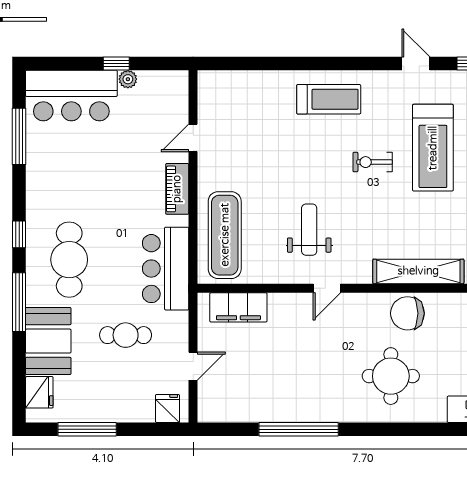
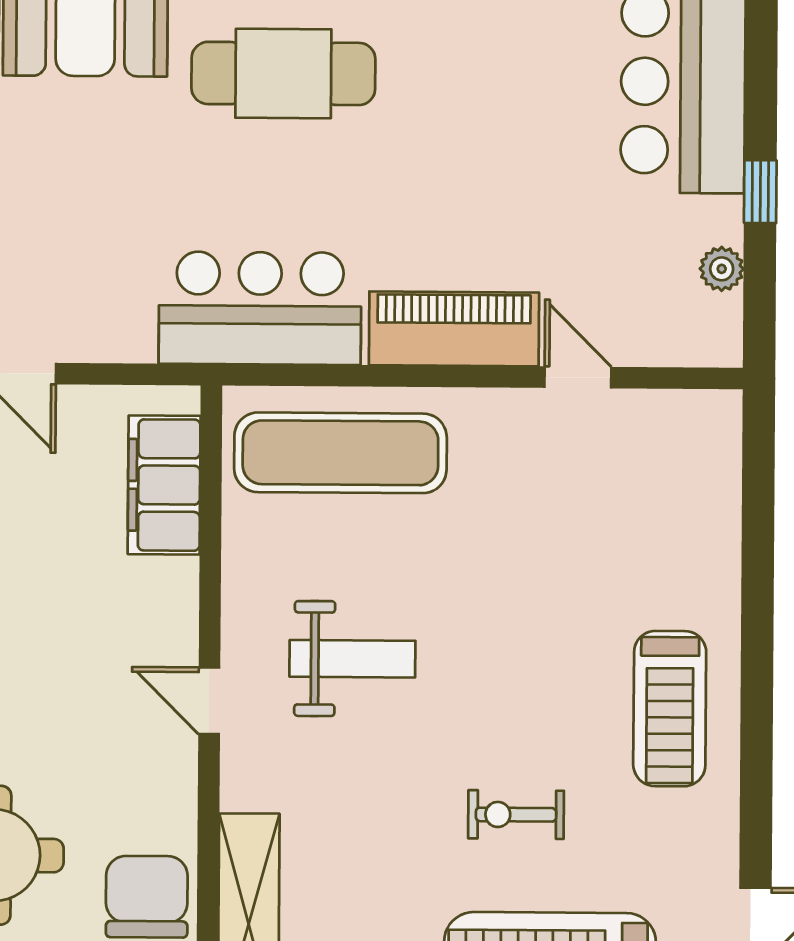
plant: (128, 79) -> (722, 269), moved
exercise bike: (373, 162) -> (516, 815), turned -90
piano: (177, 189) -> (454, 329), width x1.37, depth x1.33
cafe table: (126, 335) -> (98, 210), removed

